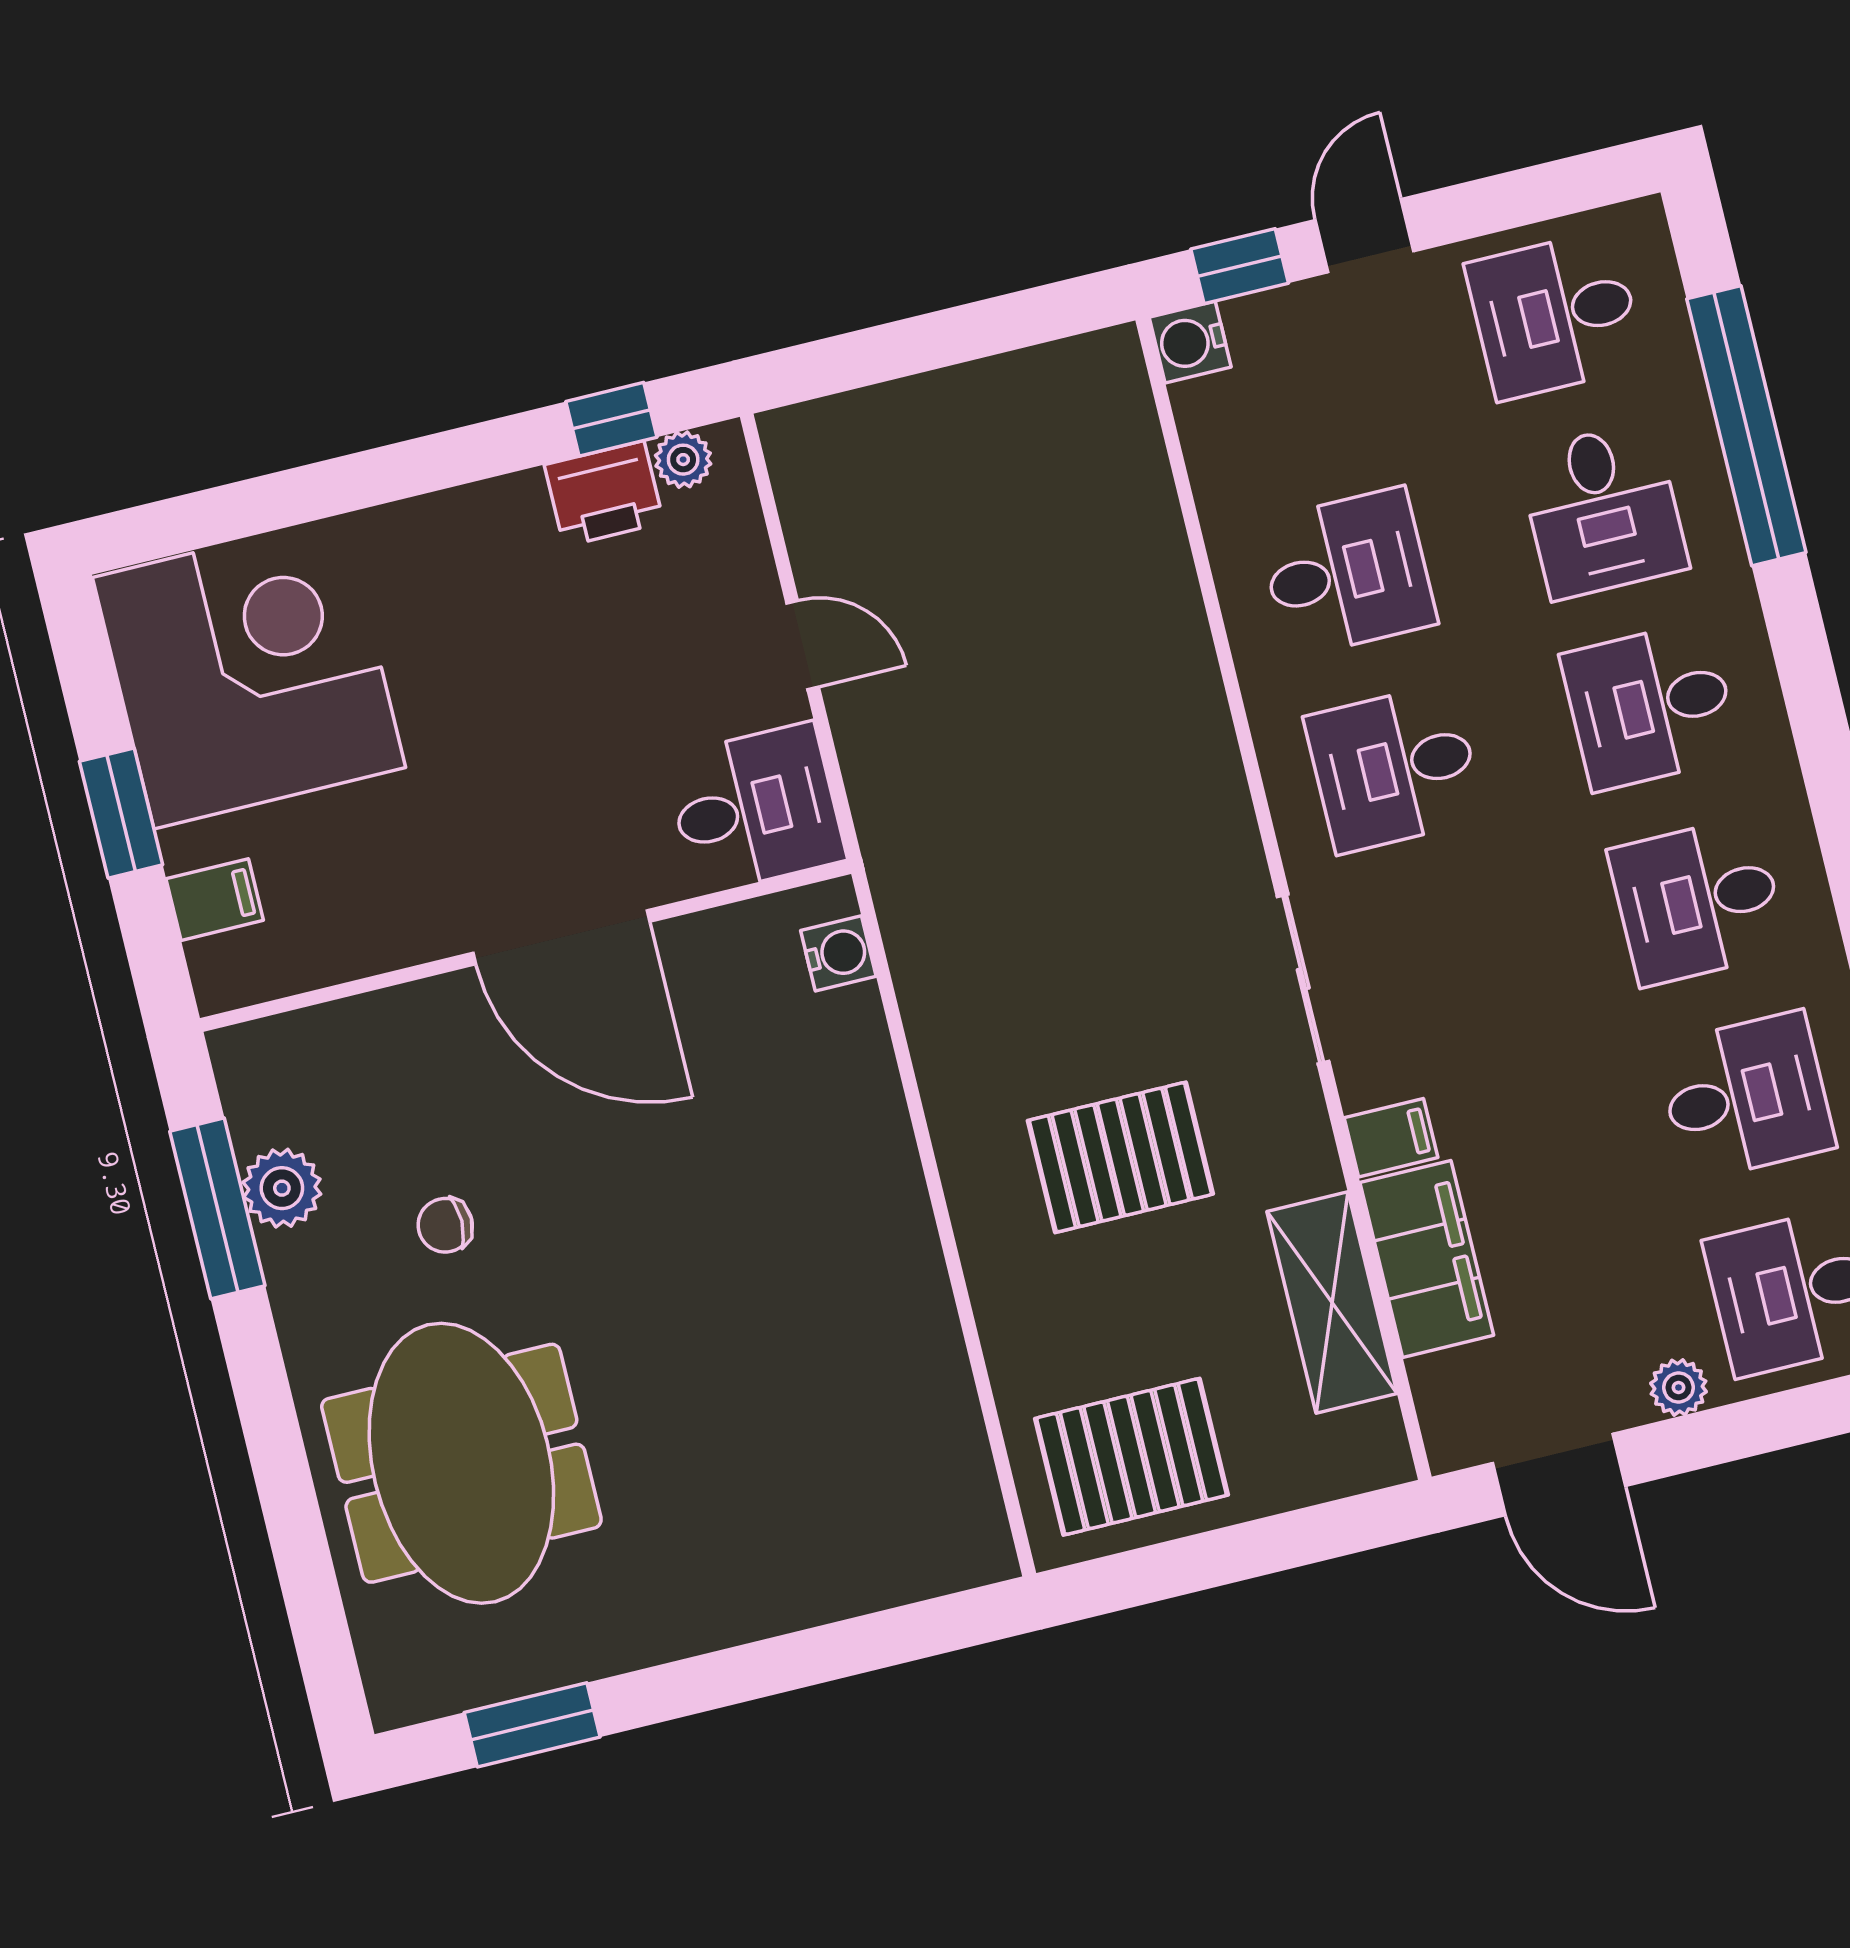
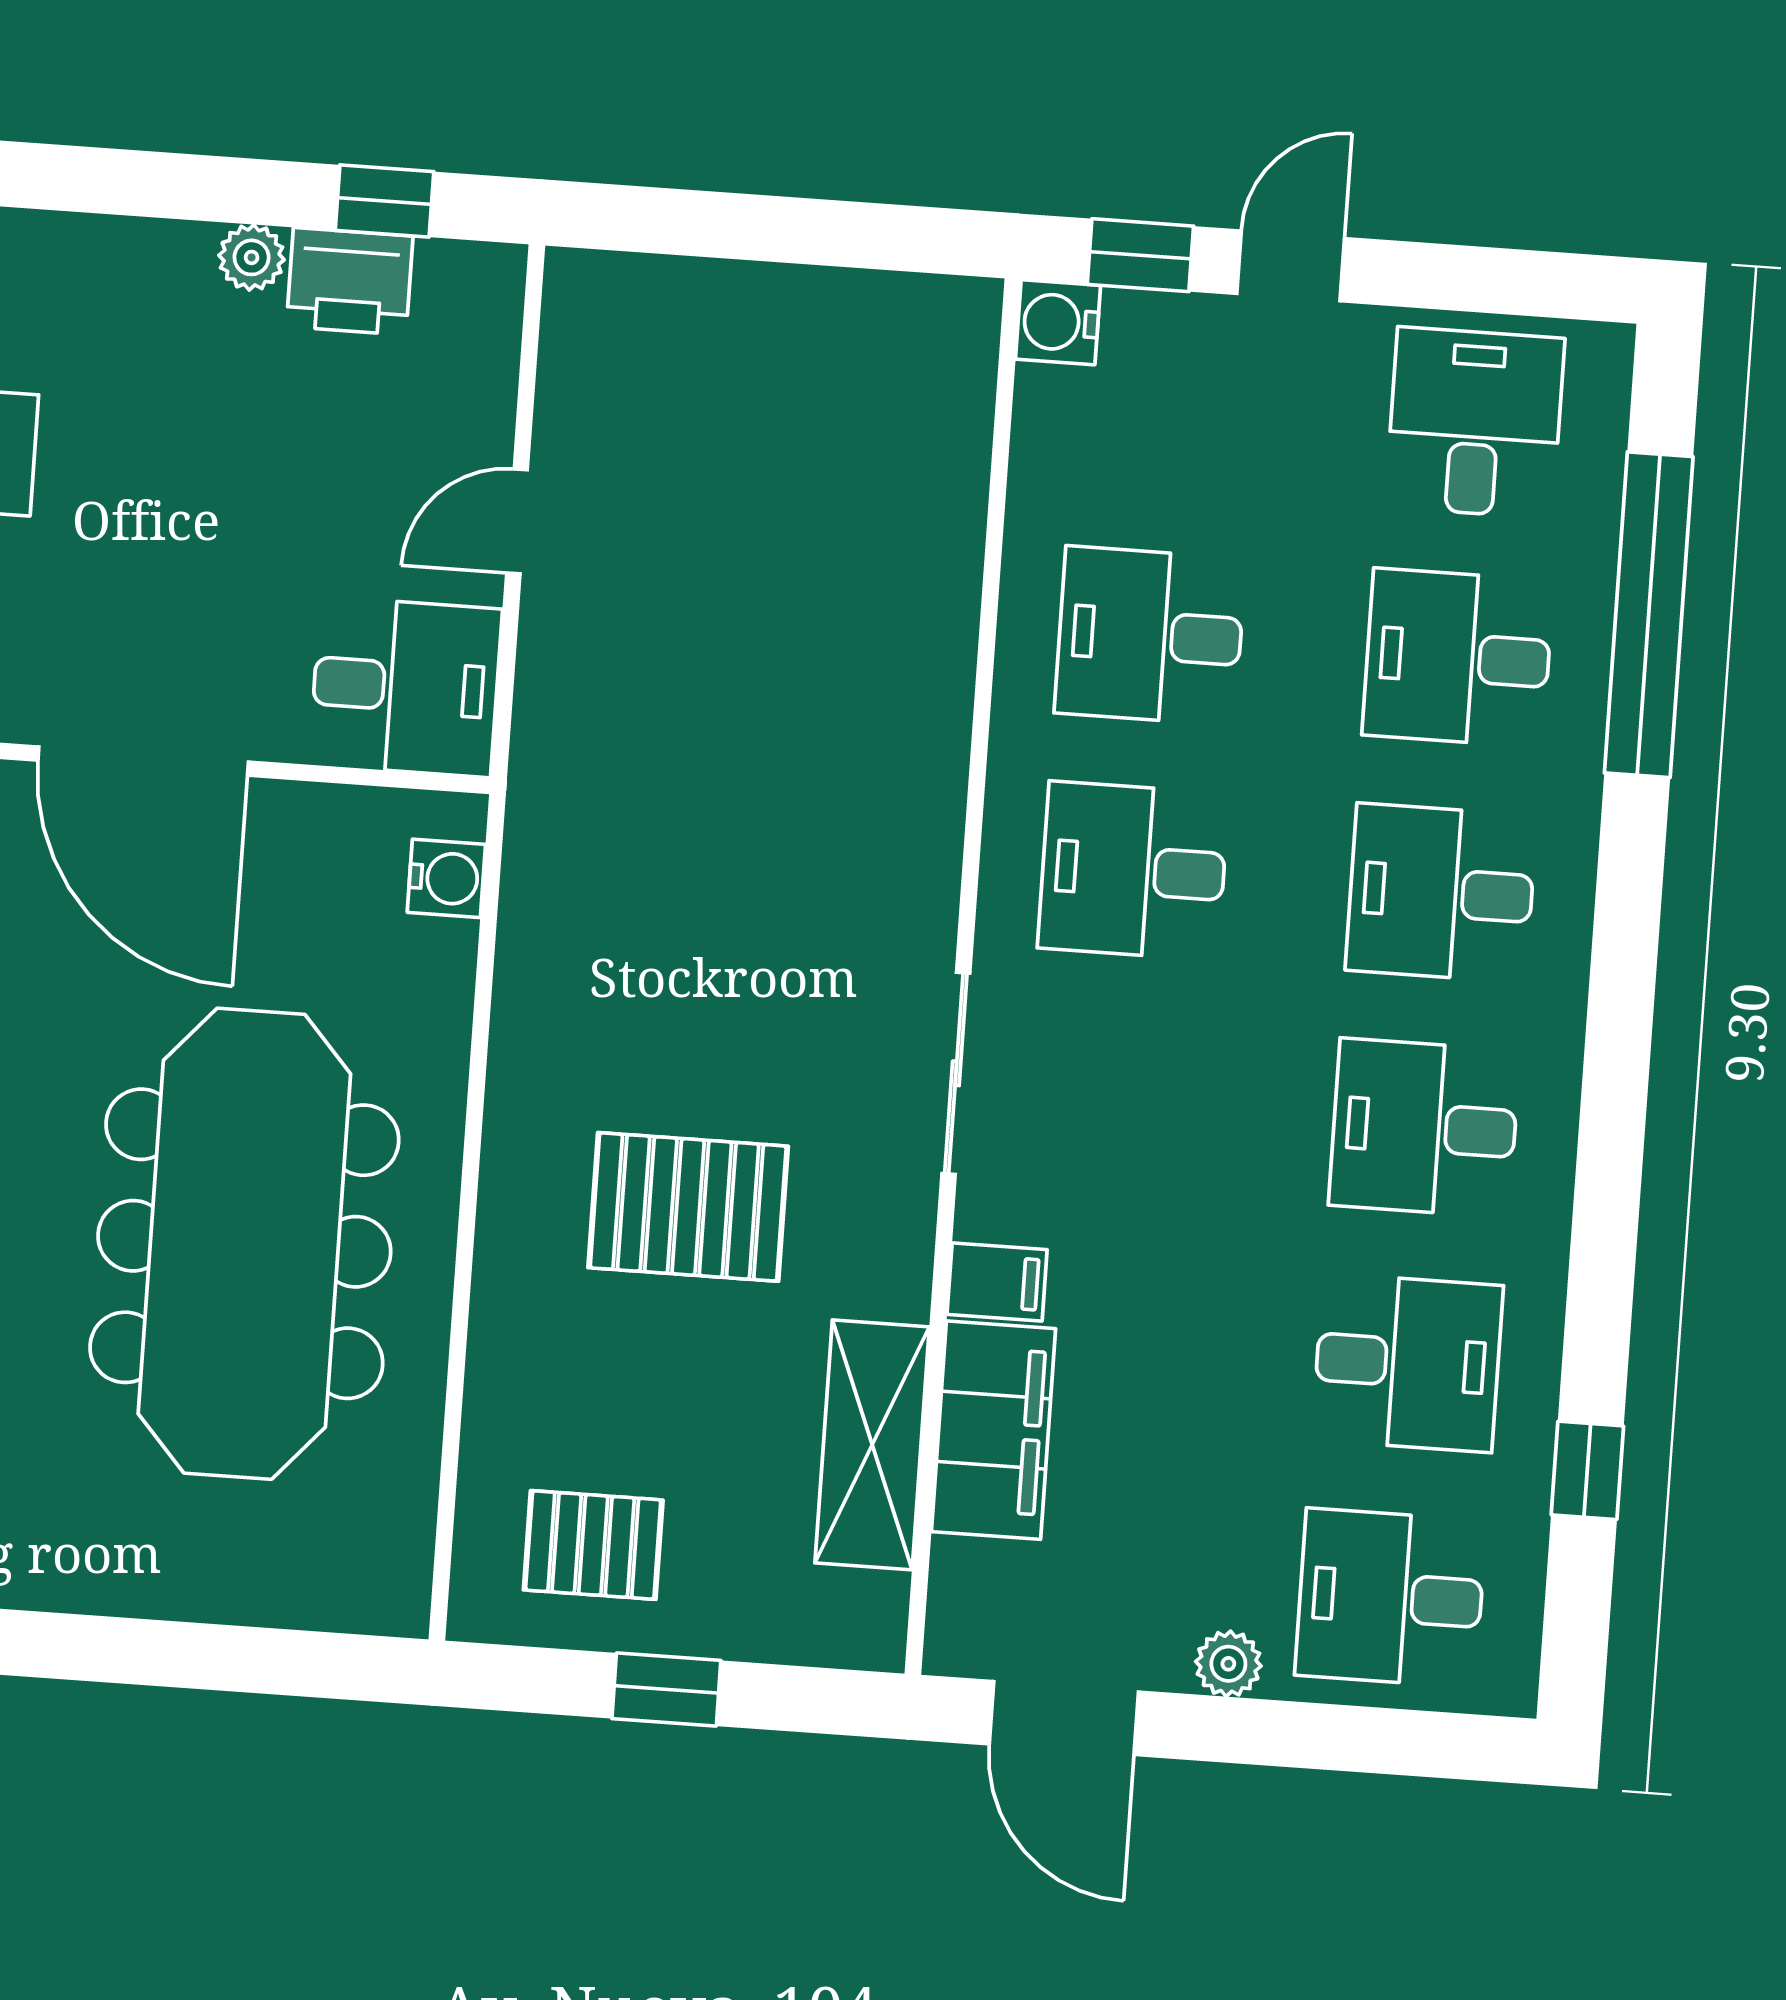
desk: (1555, 315) -> (1475, 423), turned 90
plant: (683, 460) -> (252, 257), moved
desk: (1603, 510) -> (1458, 658), turned 90
desk: (1347, 573) -> (1150, 636), turned 180
door: (803, 645) -> (517, 521), swing flipped
meeting table: (770, 1303) -> (244, 1244), added
pallet: (1132, 1457) -> (593, 1545), width x0.67, depth x0.71
window: (1229, 1555) -> (666, 1689), added

